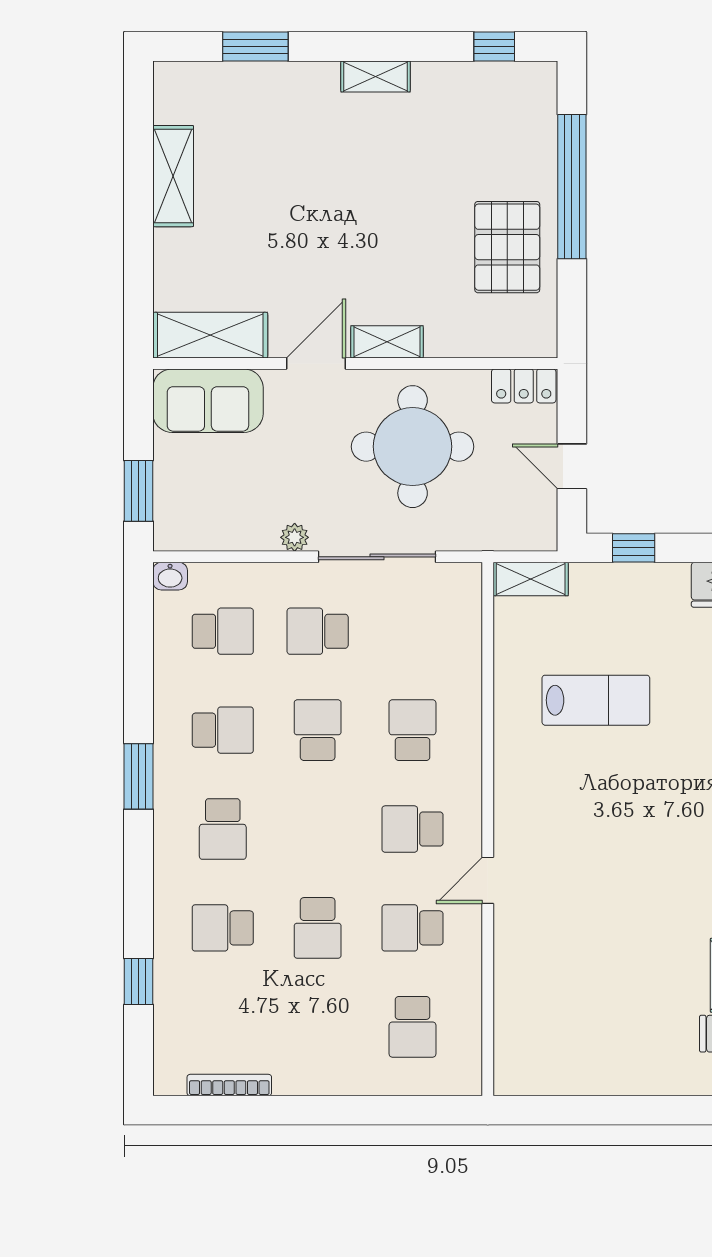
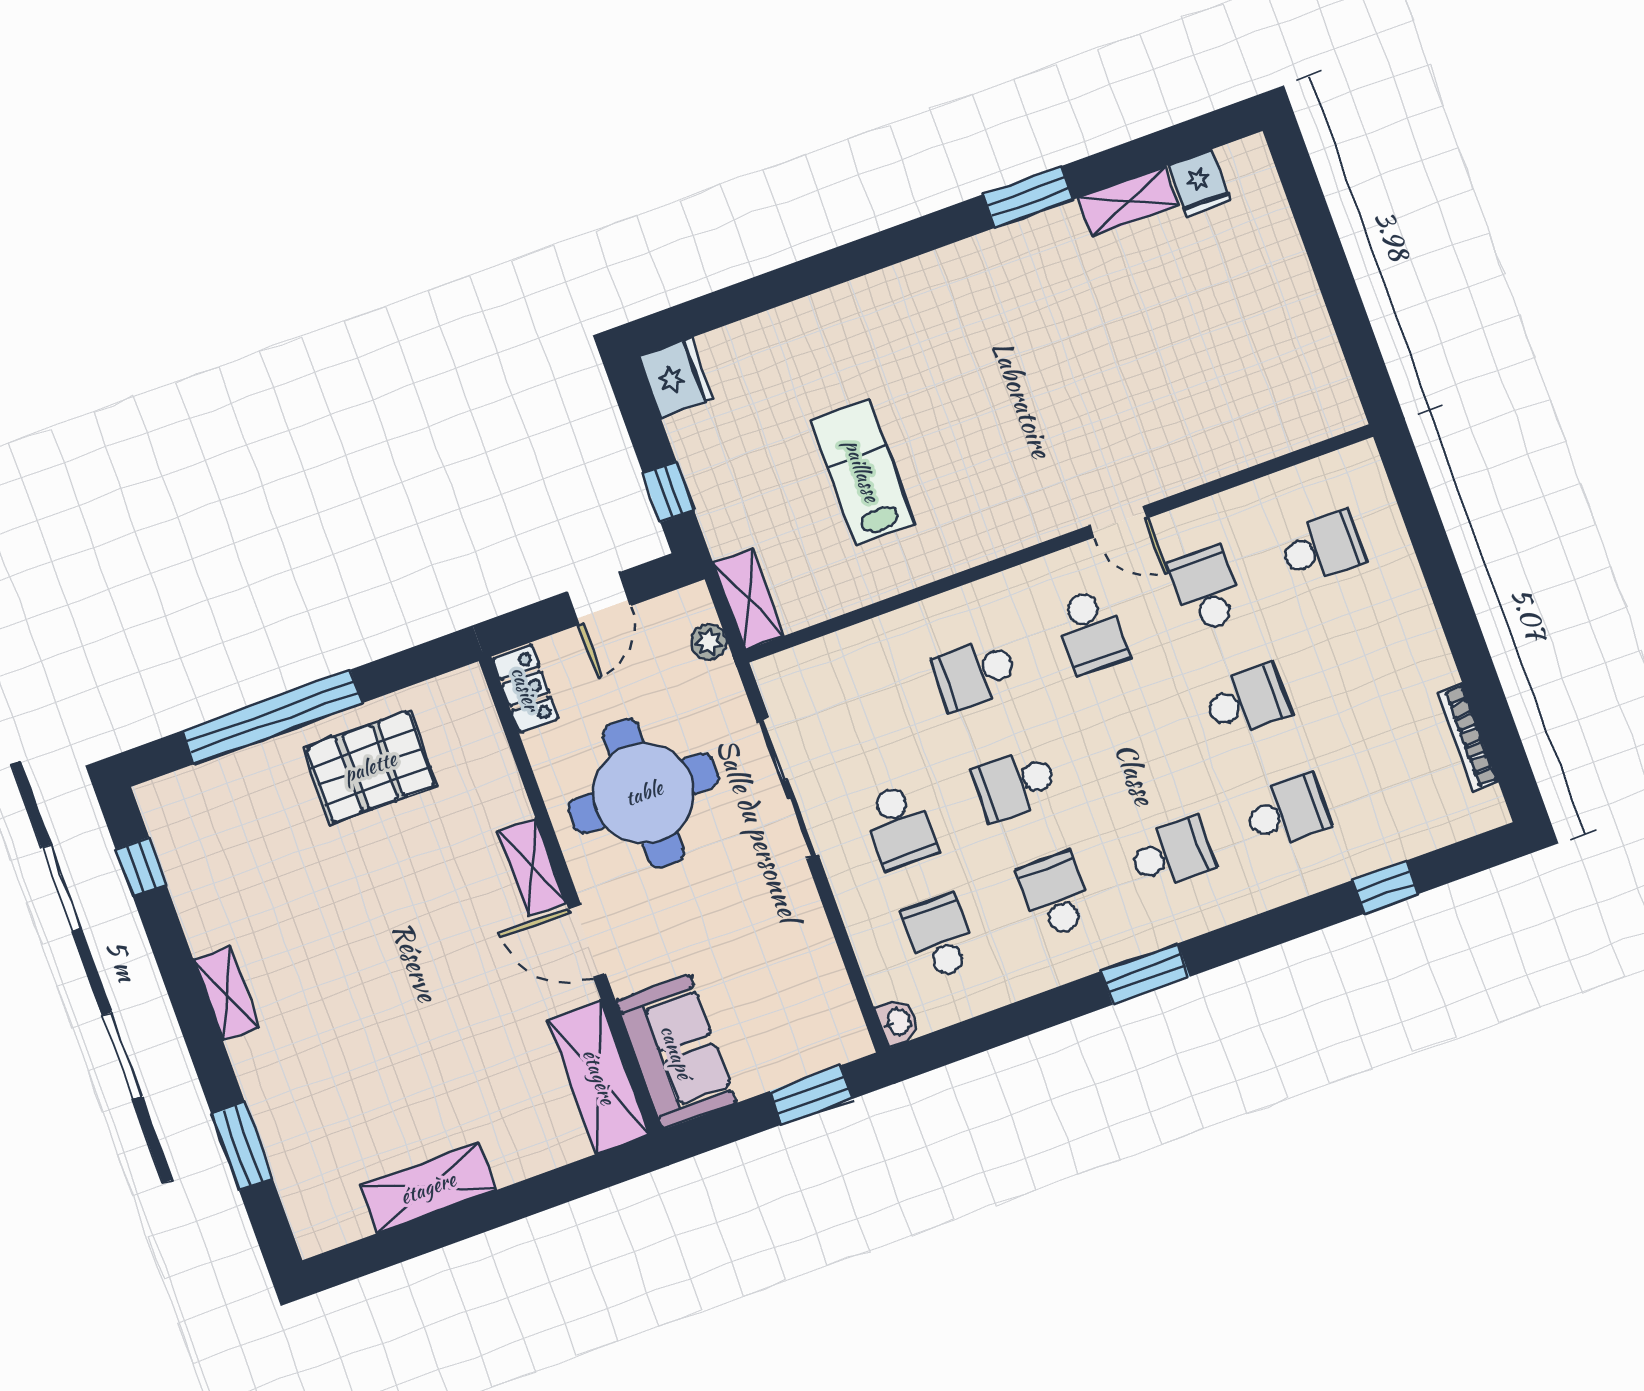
plant: (295, 537) -> (709, 642), moved
school desk: (223, 928) -> (1287, 811), turned -90
school desk: (413, 928) -> (1206, 589), turned 180

